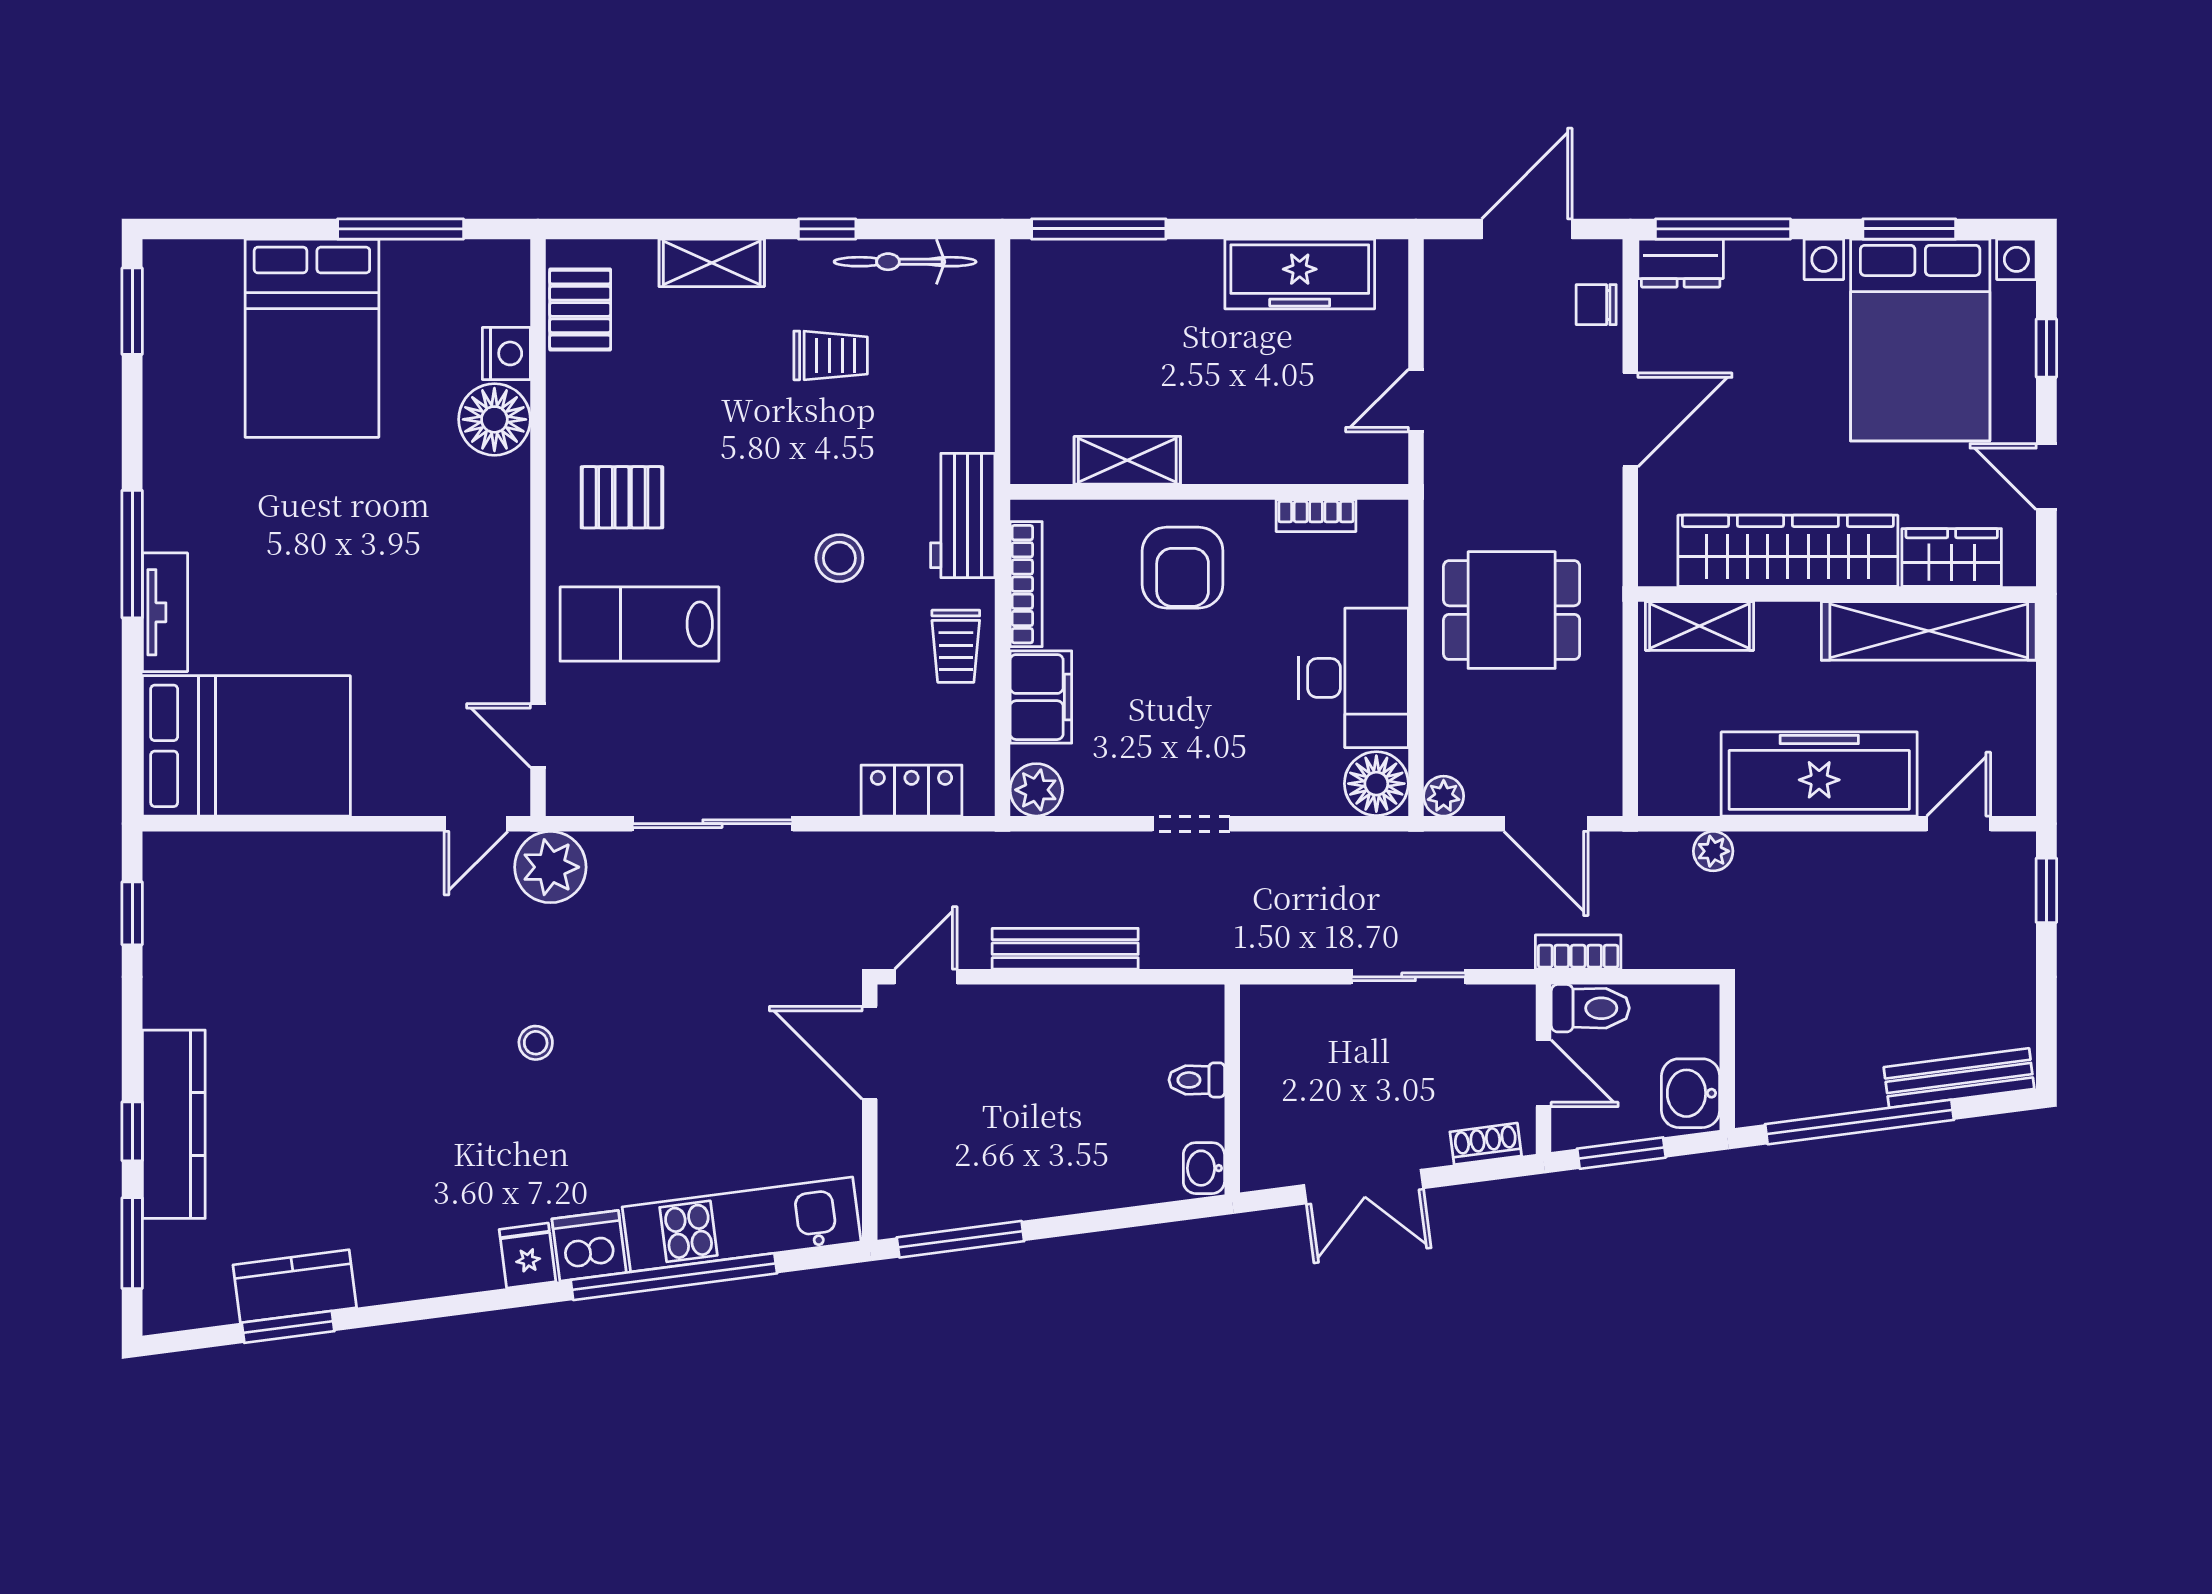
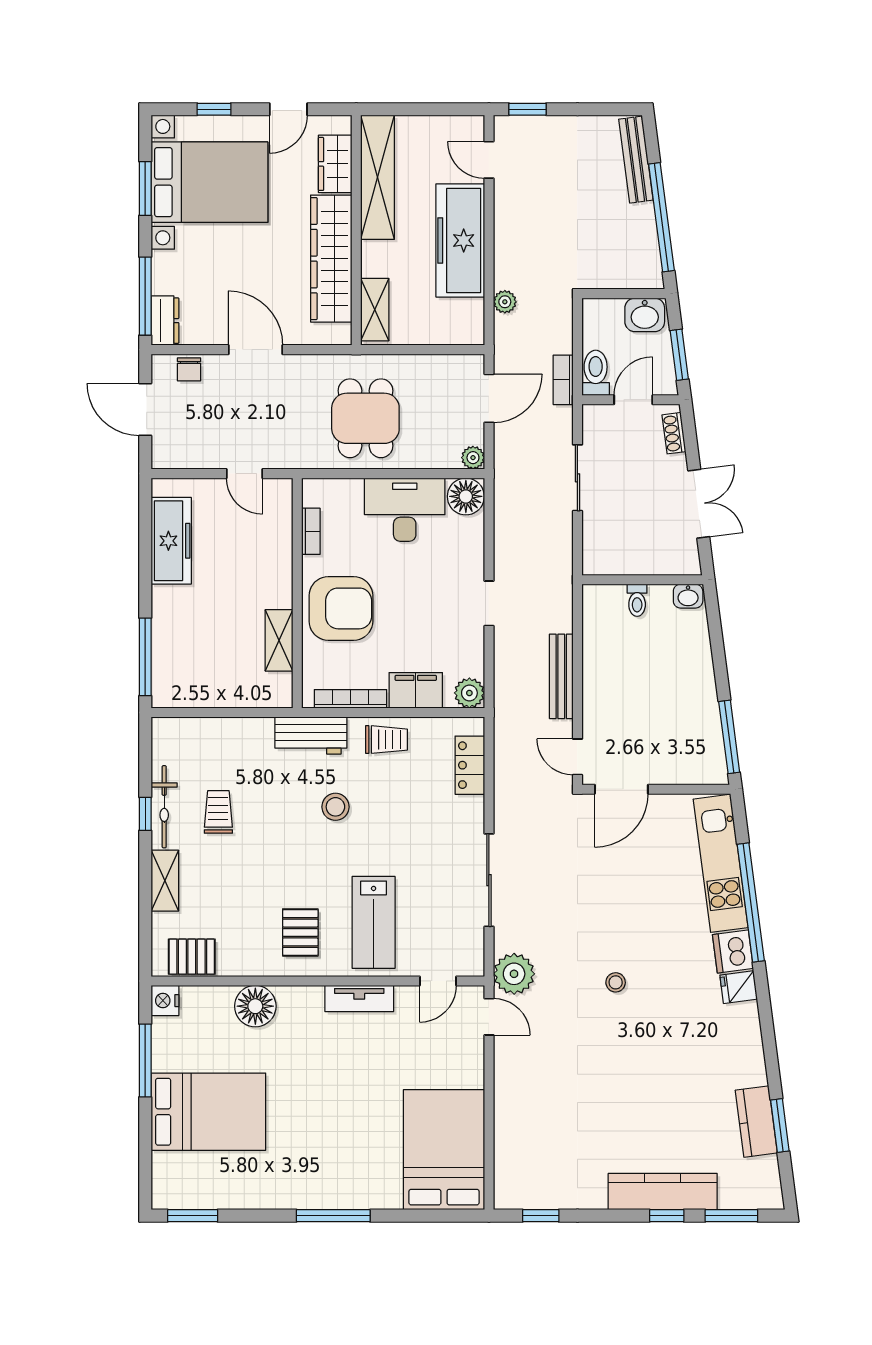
bicycle: (905, 262) -> (164, 807), moved
nightstand: (506, 353) -> (165, 1001), moved, turned -90
armchair: (1183, 568) -> (341, 608), width x1.36, depth x1.36
tv unit: (165, 612) -> (359, 999), moved, turned 180

